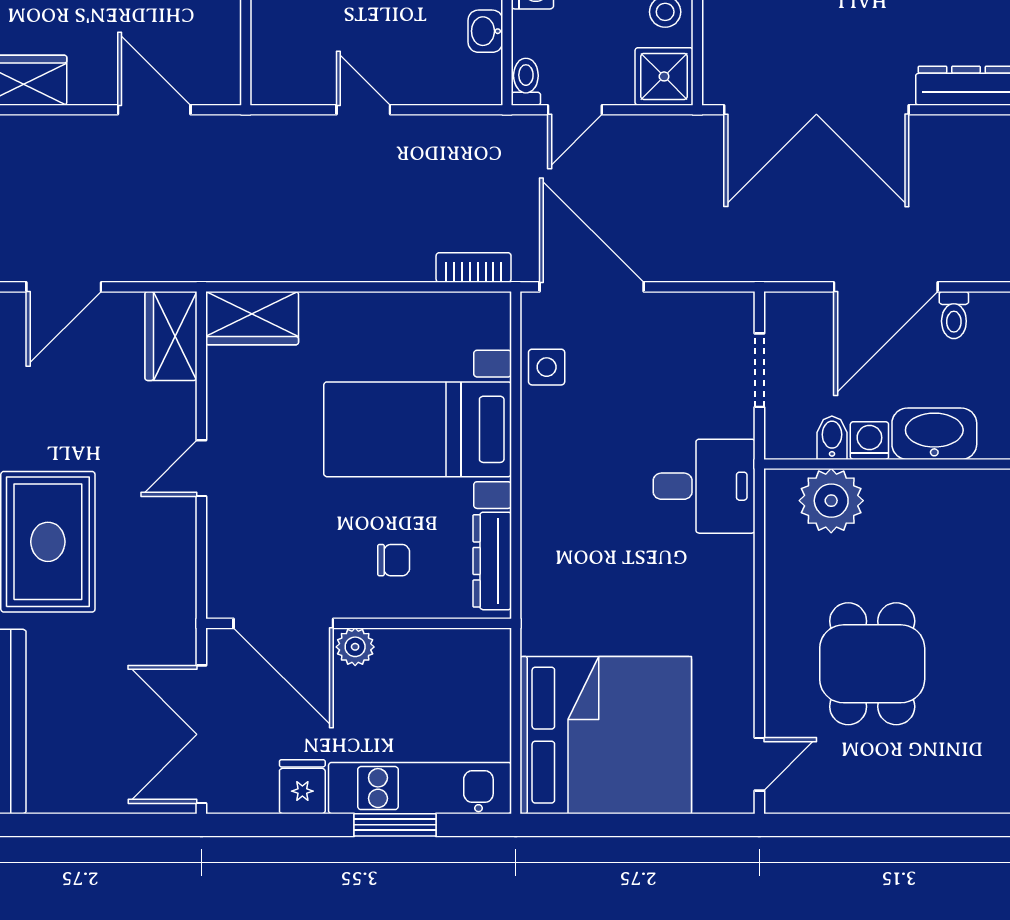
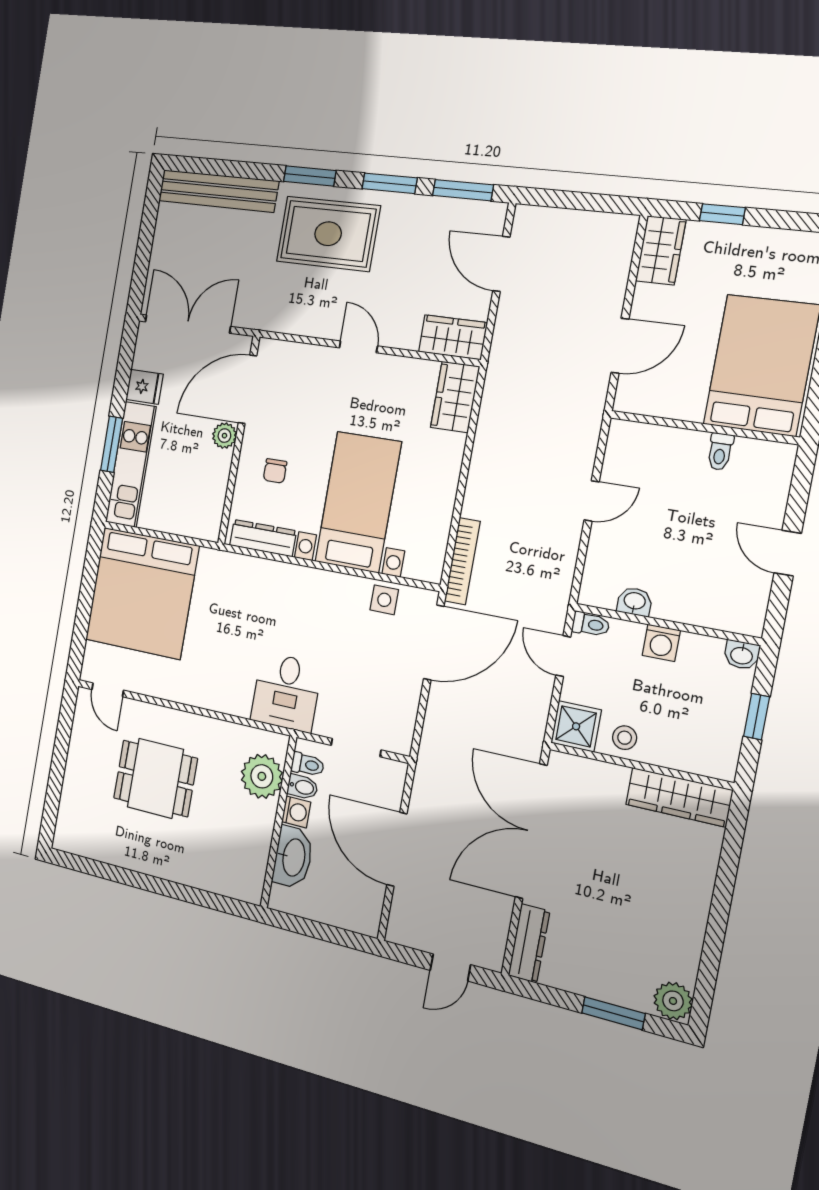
bookcase: (474, 268) -> (462, 561), width x1.56
toilet: (954, 315) -> (308, 765), moved, turned 180

